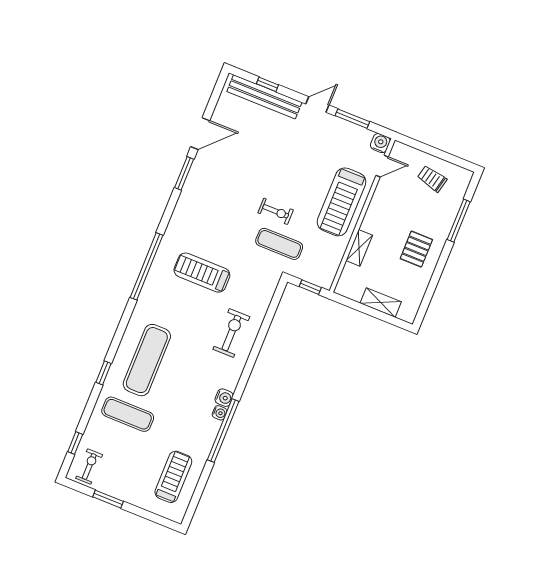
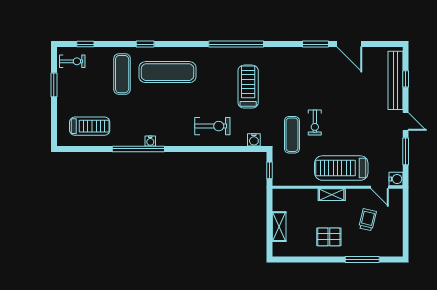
trolley: (432, 179) -> (368, 220), moved
shelving: (359, 248) -> (332, 195), moved
water cooler: (224, 398) -> (254, 140), moved

